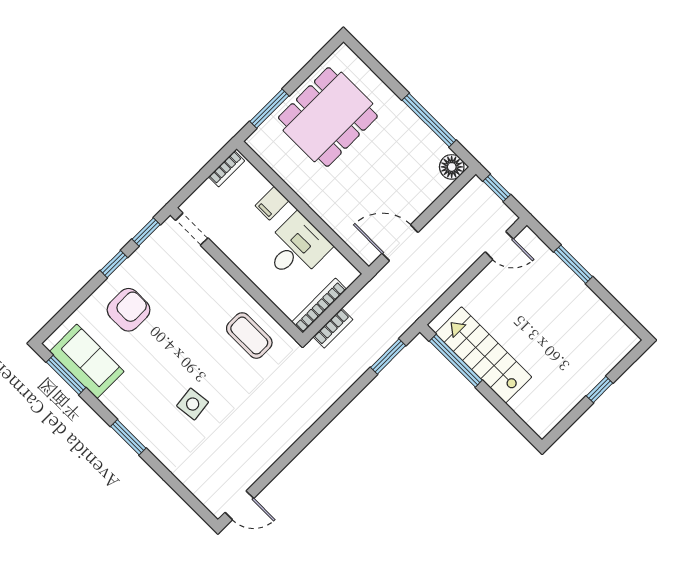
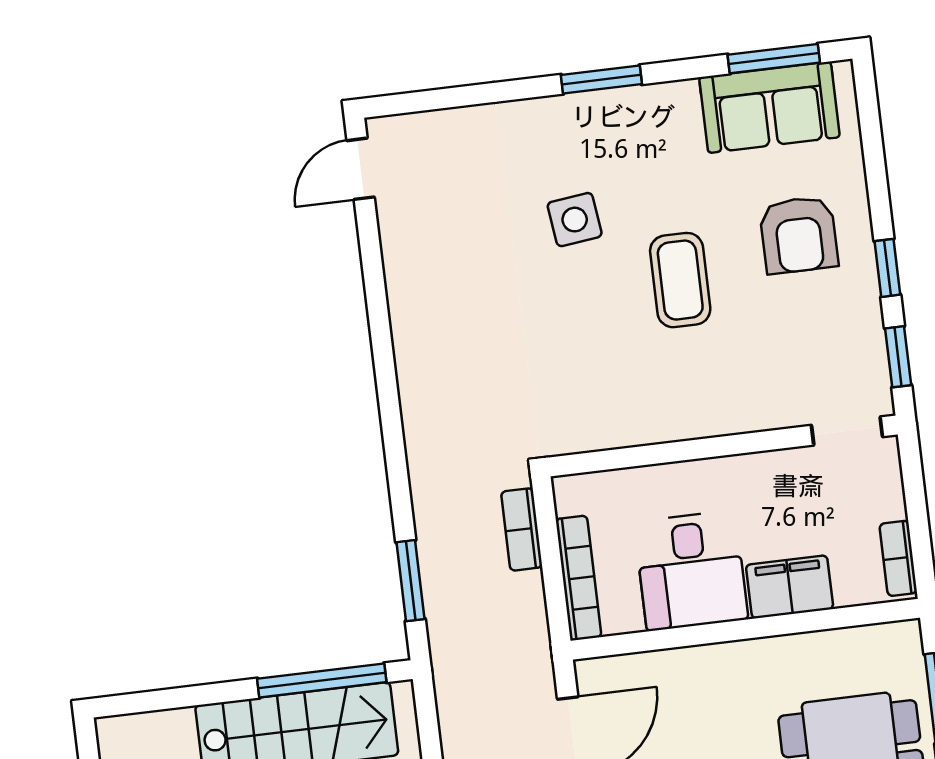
filing cabinet: (272, 203) -> (790, 587), width x2.00
bookcase: (319, 306) -> (579, 578), moved
coffee table: (249, 336) -> (680, 280), moved, turned 90

